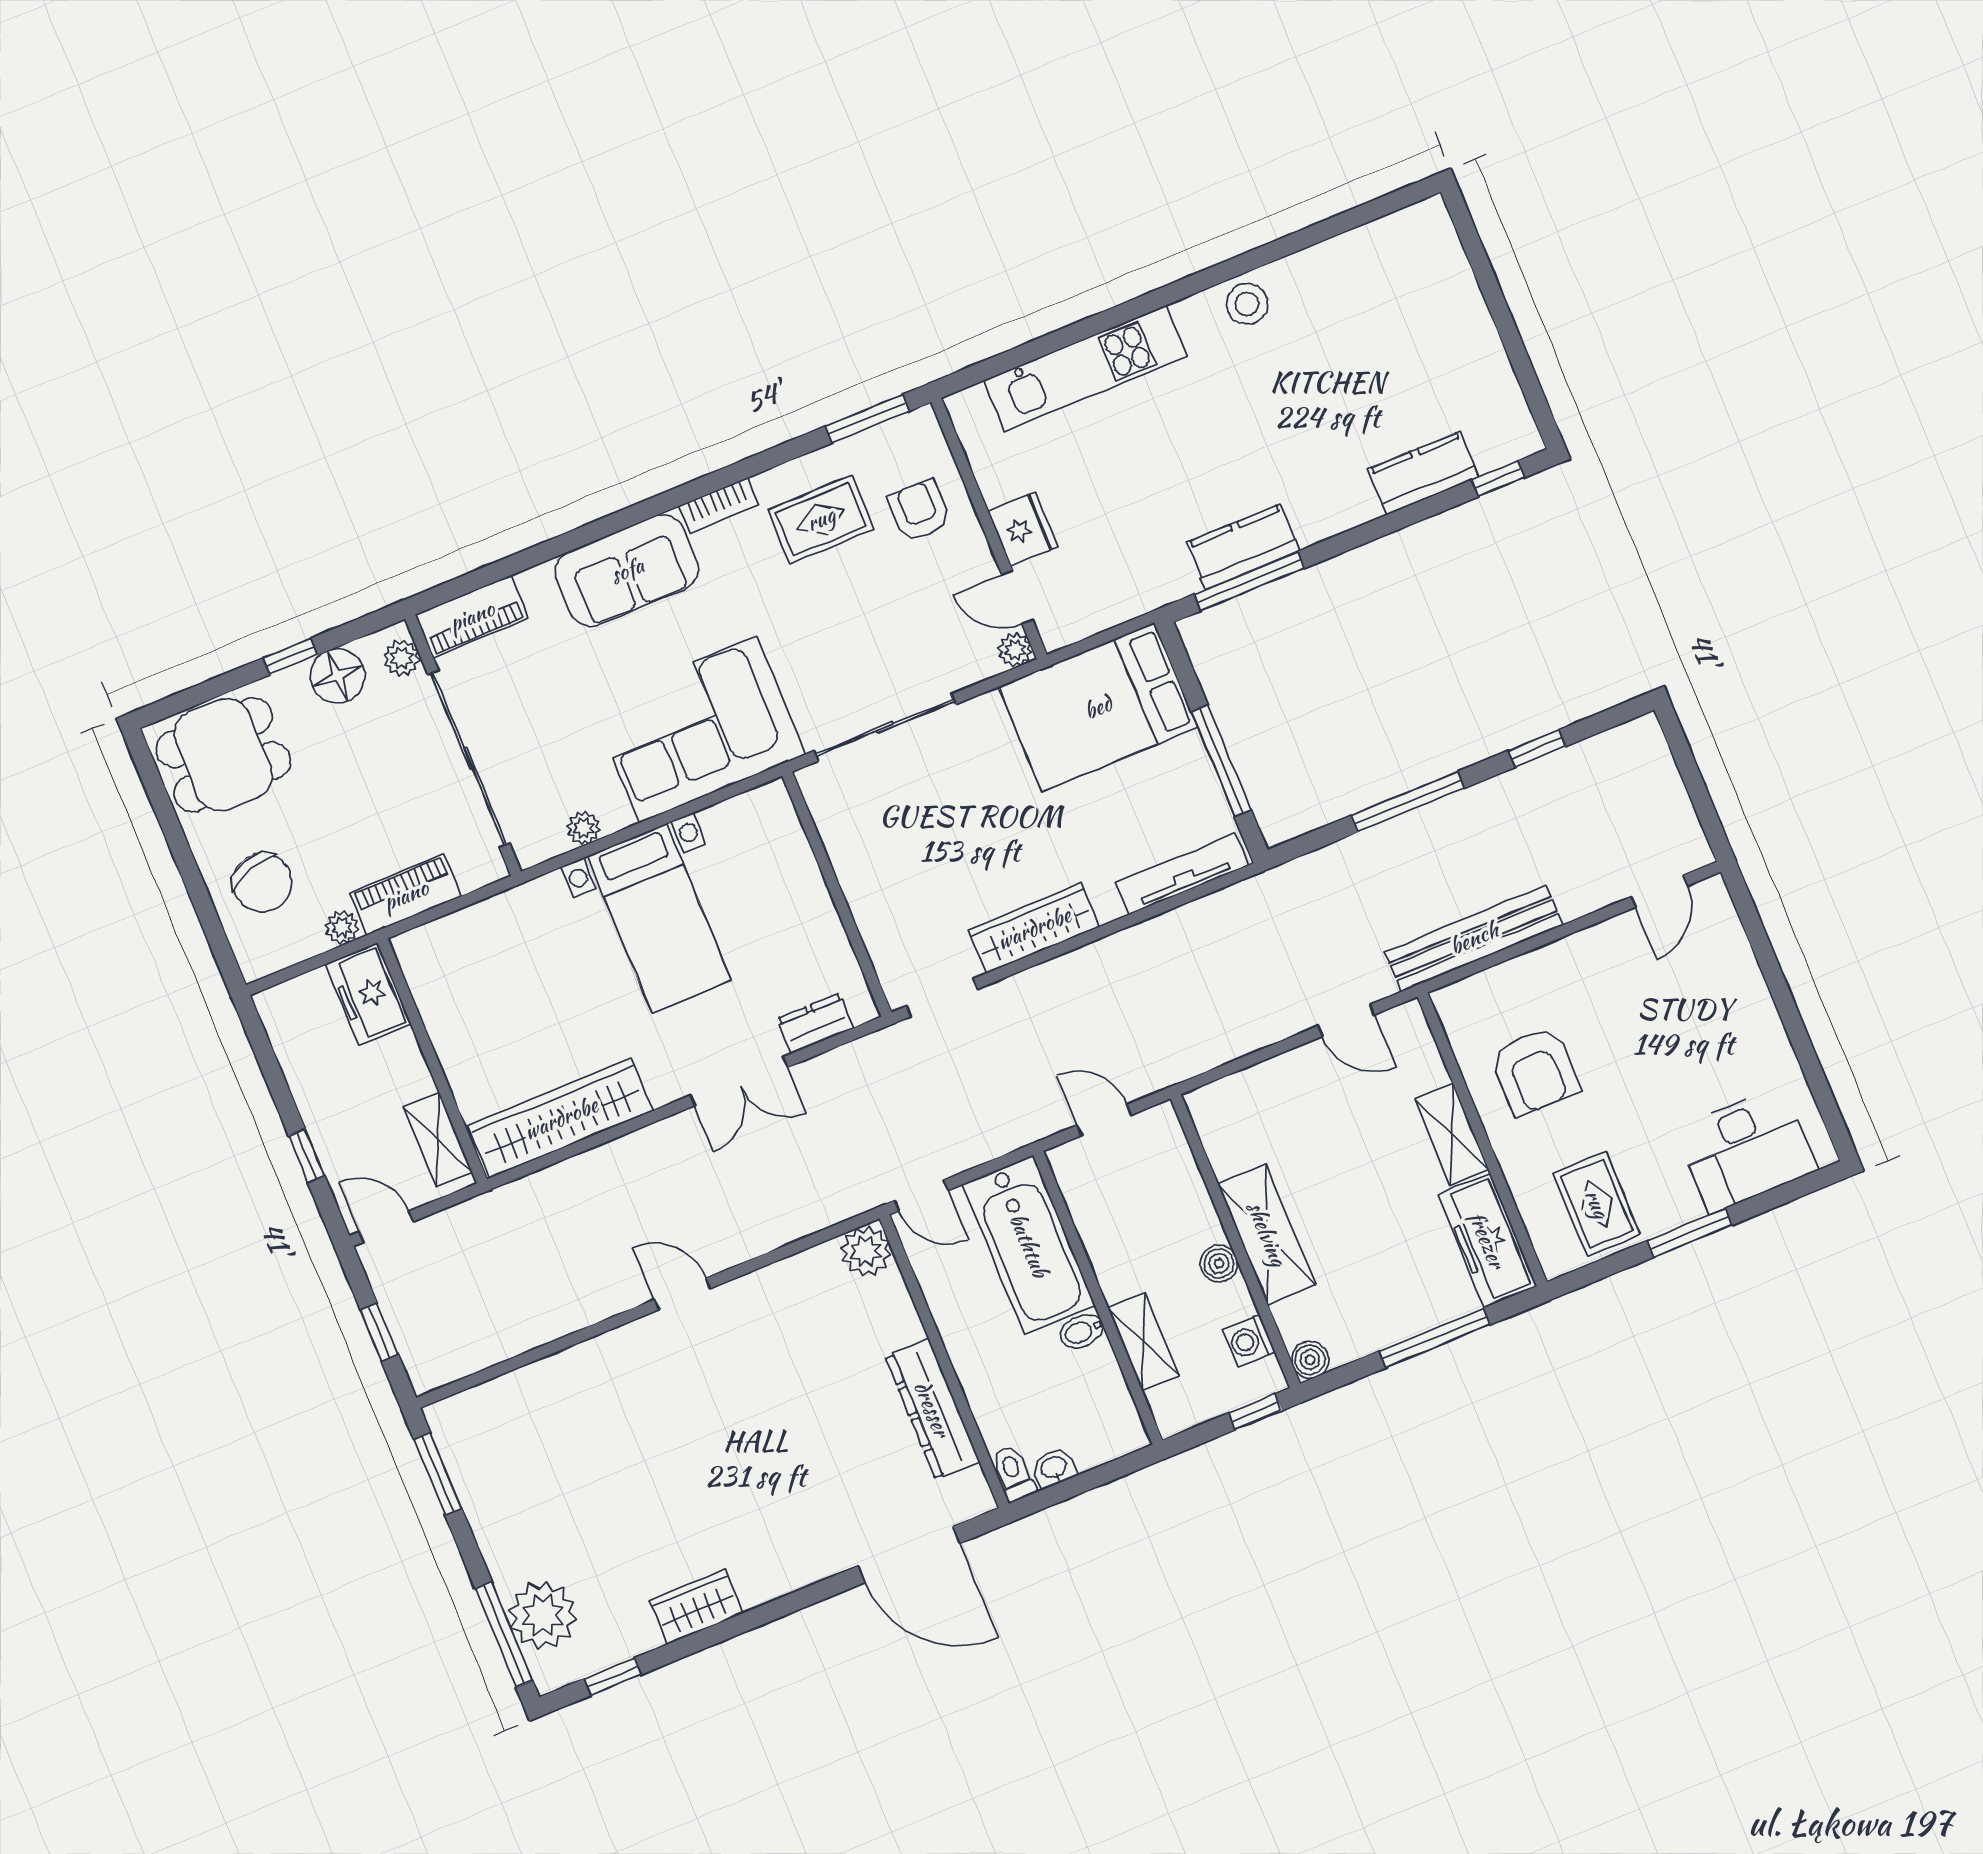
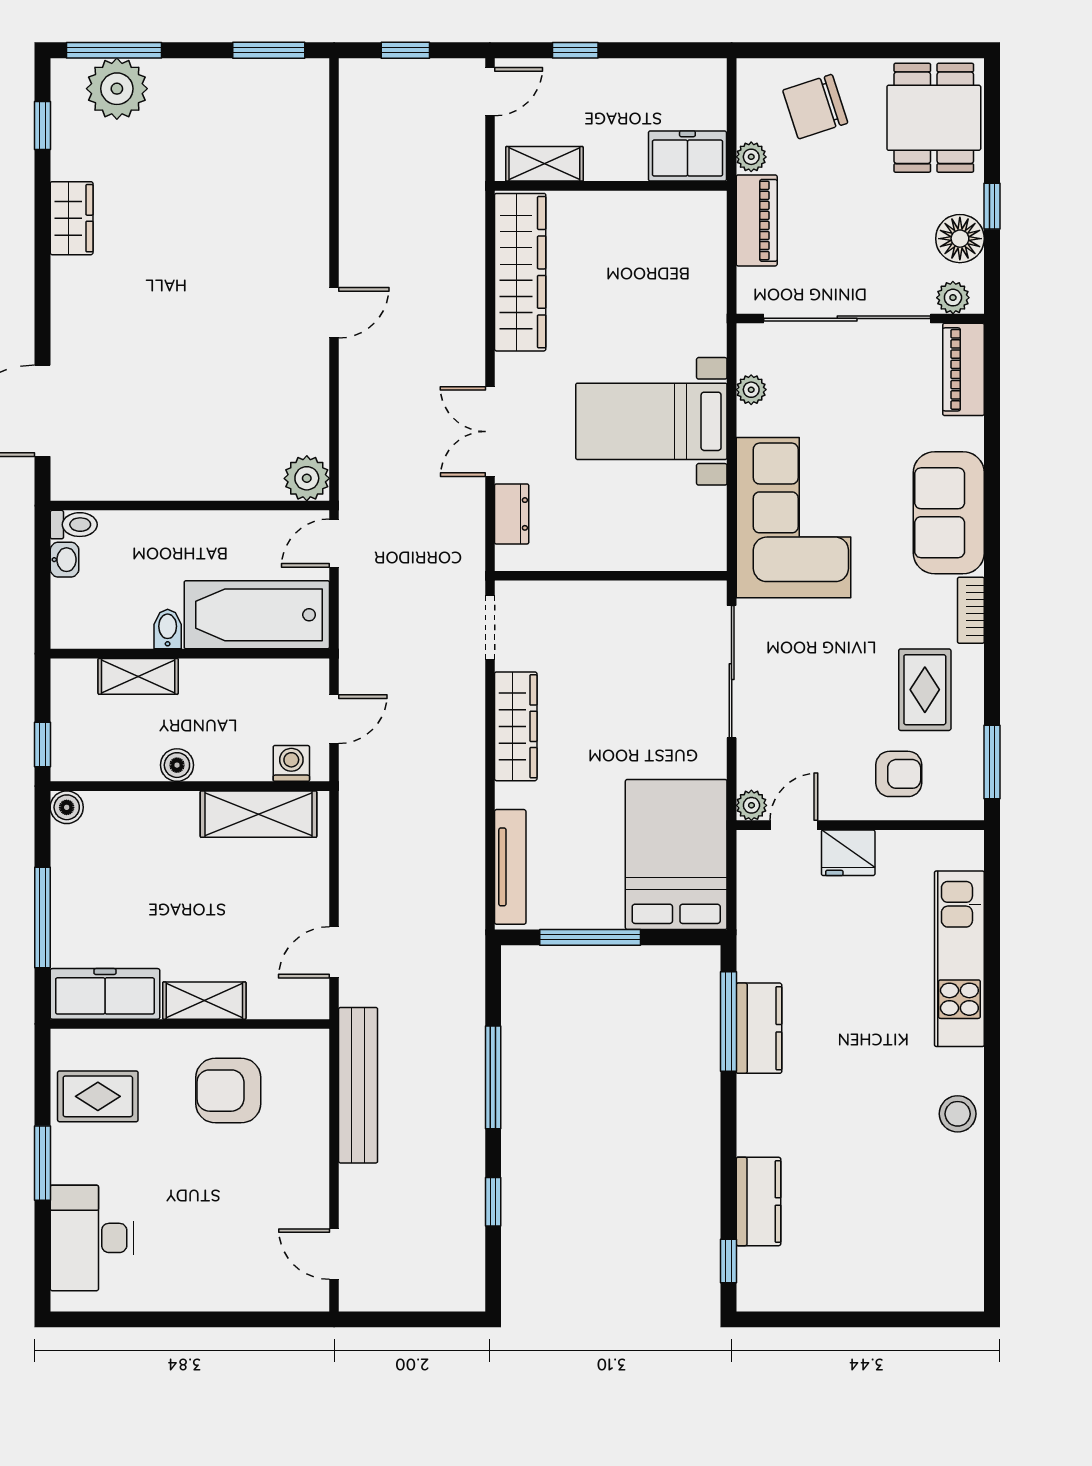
shelving: (1267, 1234) -> (258, 814), moved
washing machine: (1249, 1341) -> (291, 763), moved
dresser: (932, 1409) -> (154, 480), removed

